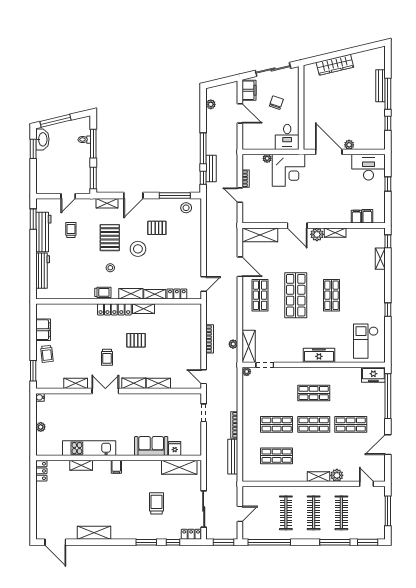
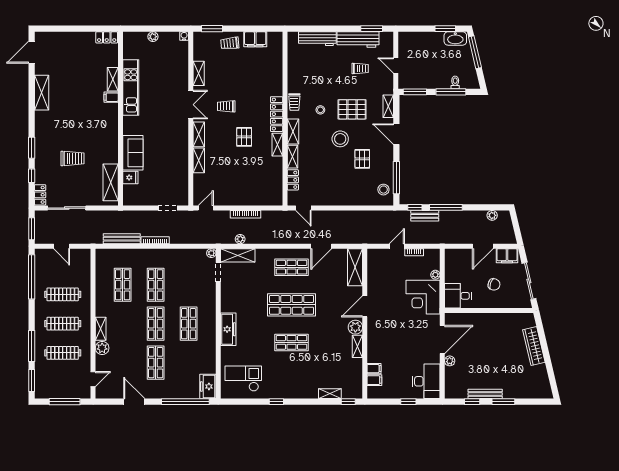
bench: (381, 86) -> (485, 394), moved
window: (388, 94) -> (503, 402), width x0.69
filing cabinet: (116, 467) -> (111, 97), moved

